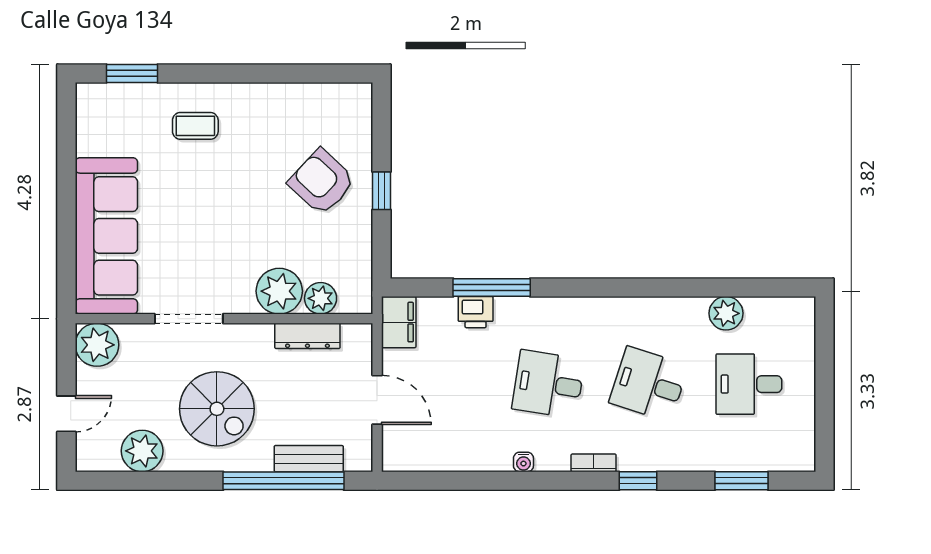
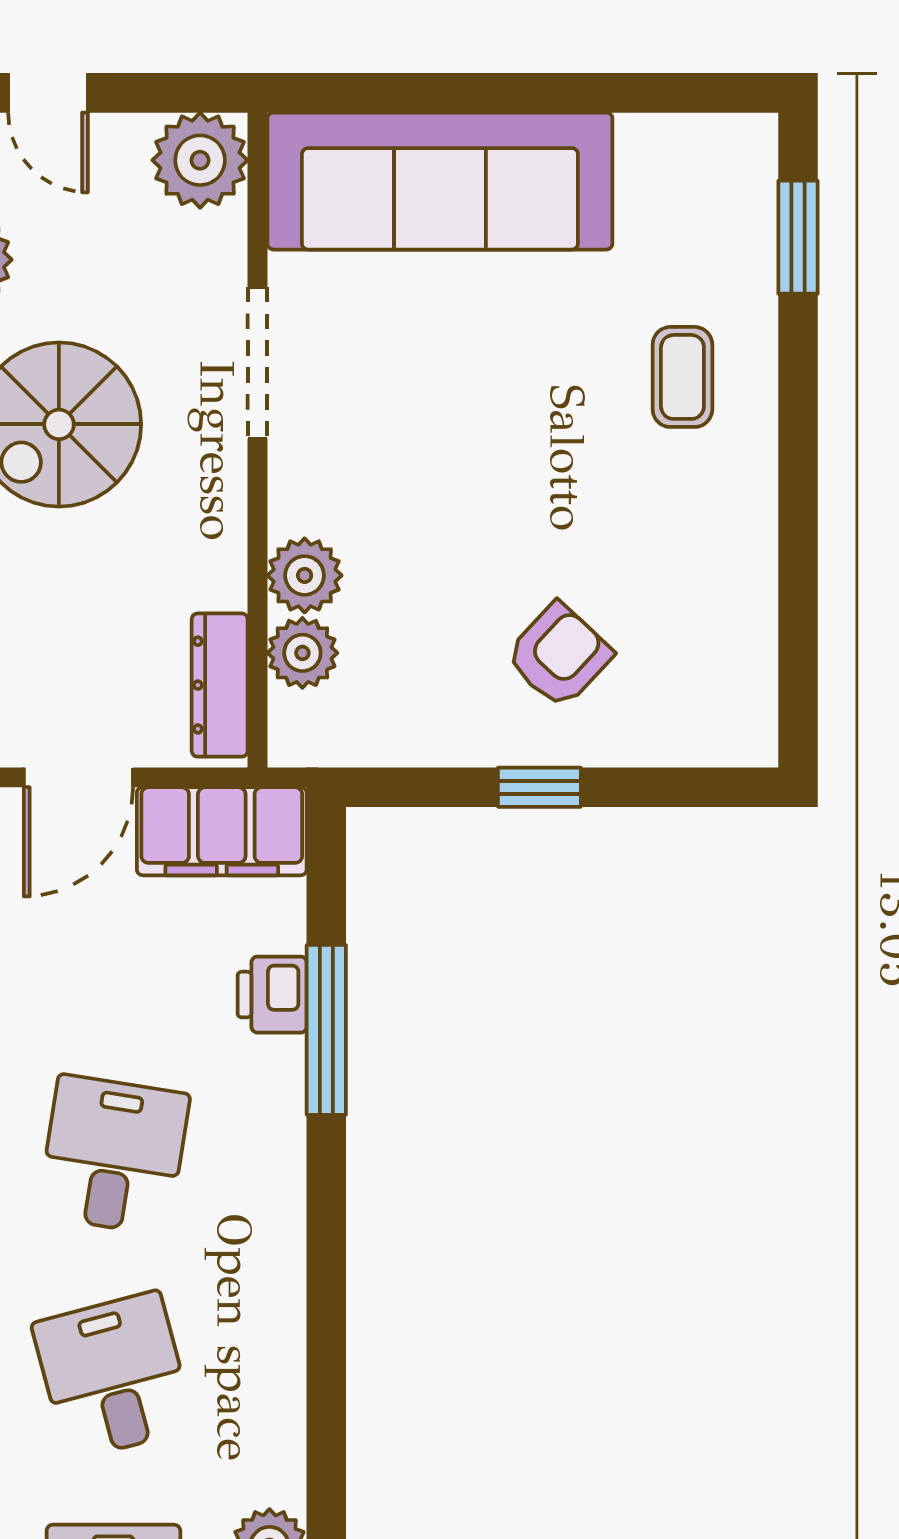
armchair: (322, 182) -> (559, 655), width x0.72, depth x0.72
plant: (279, 291) -> (305, 575), width x0.73, depth x0.73
filing cabinet: (399, 322) -> (222, 831), width x1.50, depth x1.17
dresser: (307, 336) -> (220, 685), moved
desk: (649, 384) -> (113, 1376), turned -33

